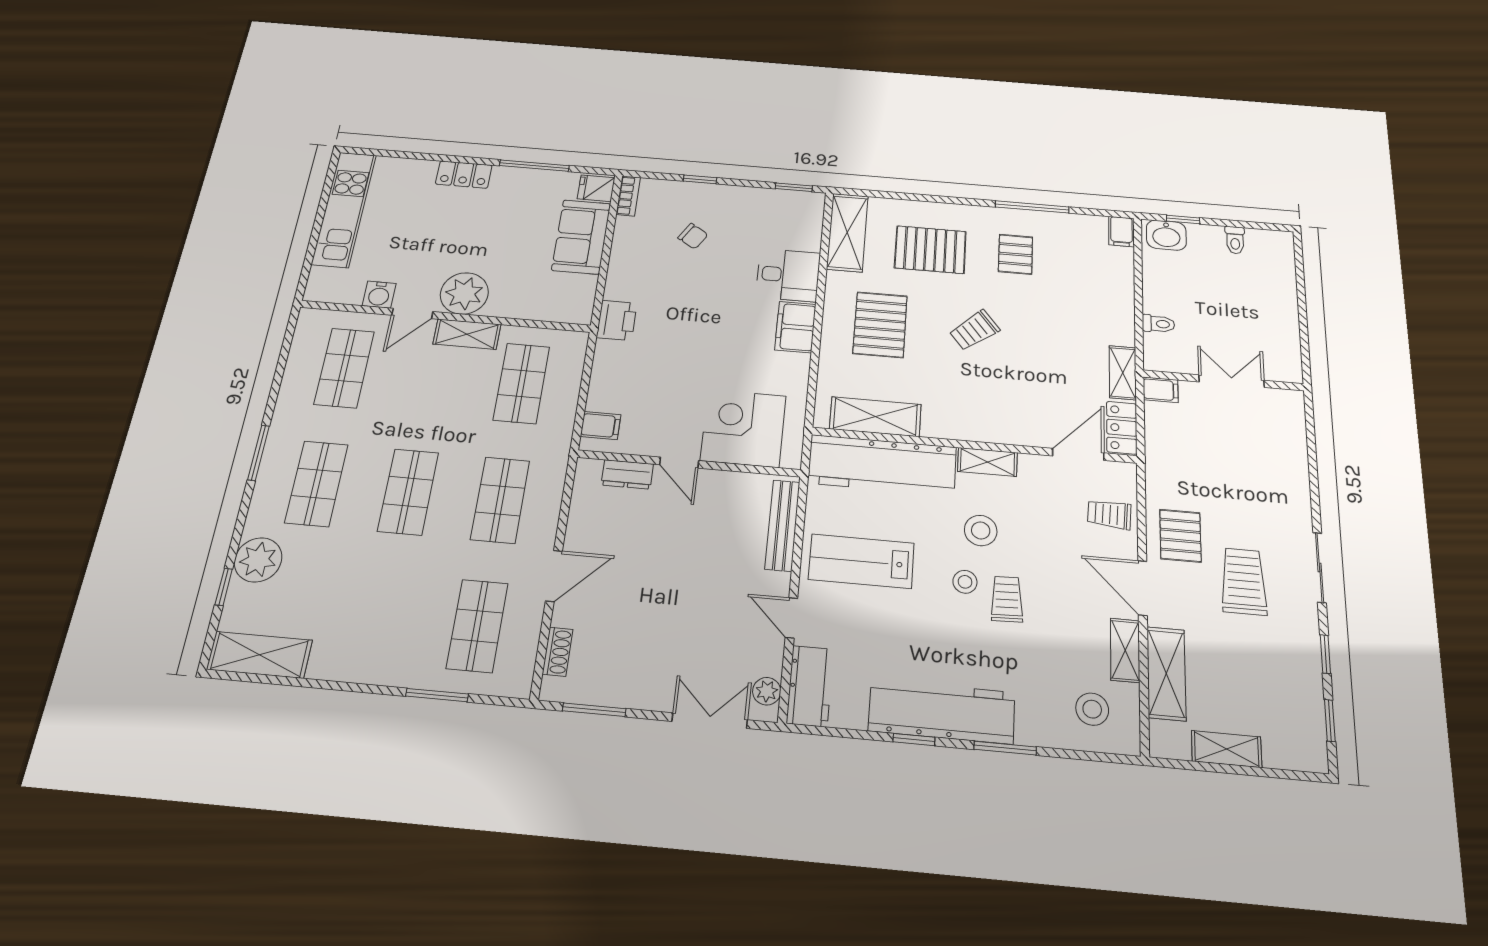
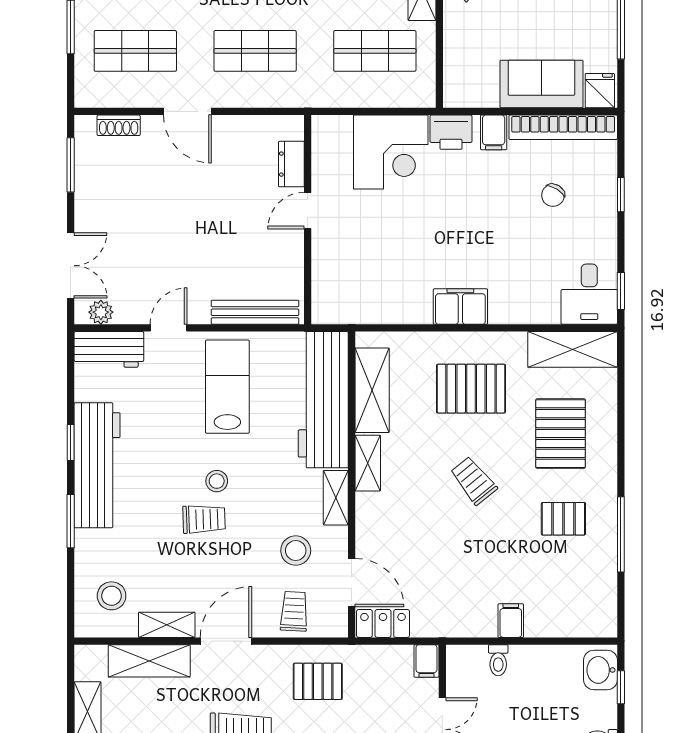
bookcase: (628, 196) -> (563, 127), width x2.31, depth x1.31
filing cabinet: (1121, 232) -> (511, 621), moved, turned 90
desk: (788, 275) -> (589, 294), moved
shelving: (1123, 373) -> (368, 463), moved, turned 90
filing cabinet: (601, 426) -> (494, 132), moved
corner desk: (743, 428) -> (391, 152), moved, turned 90
stool: (981, 530) -> (296, 551), moved
pallet: (1180, 536) -> (318, 681), moved

